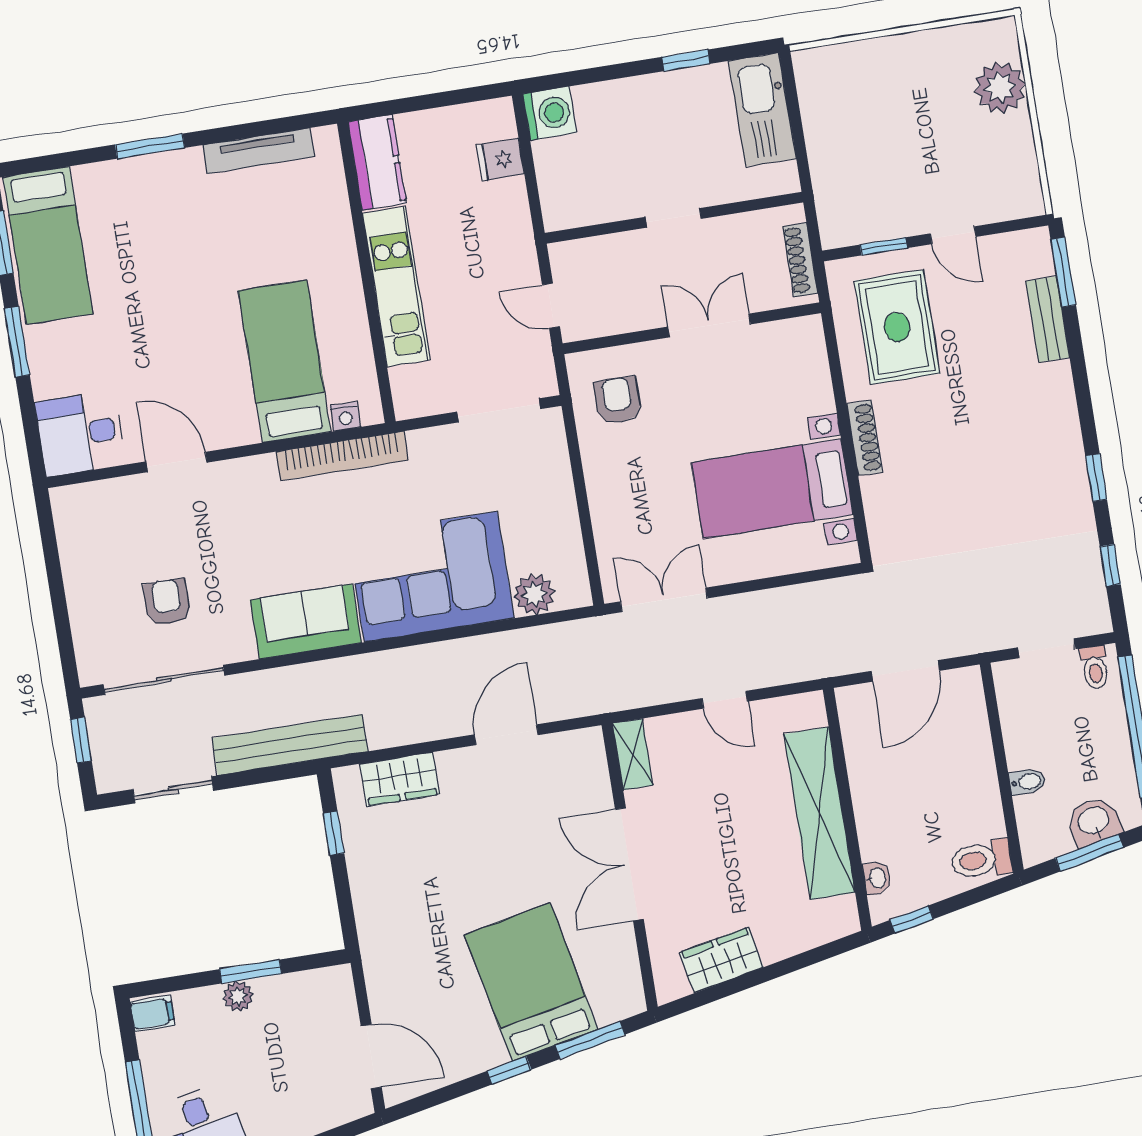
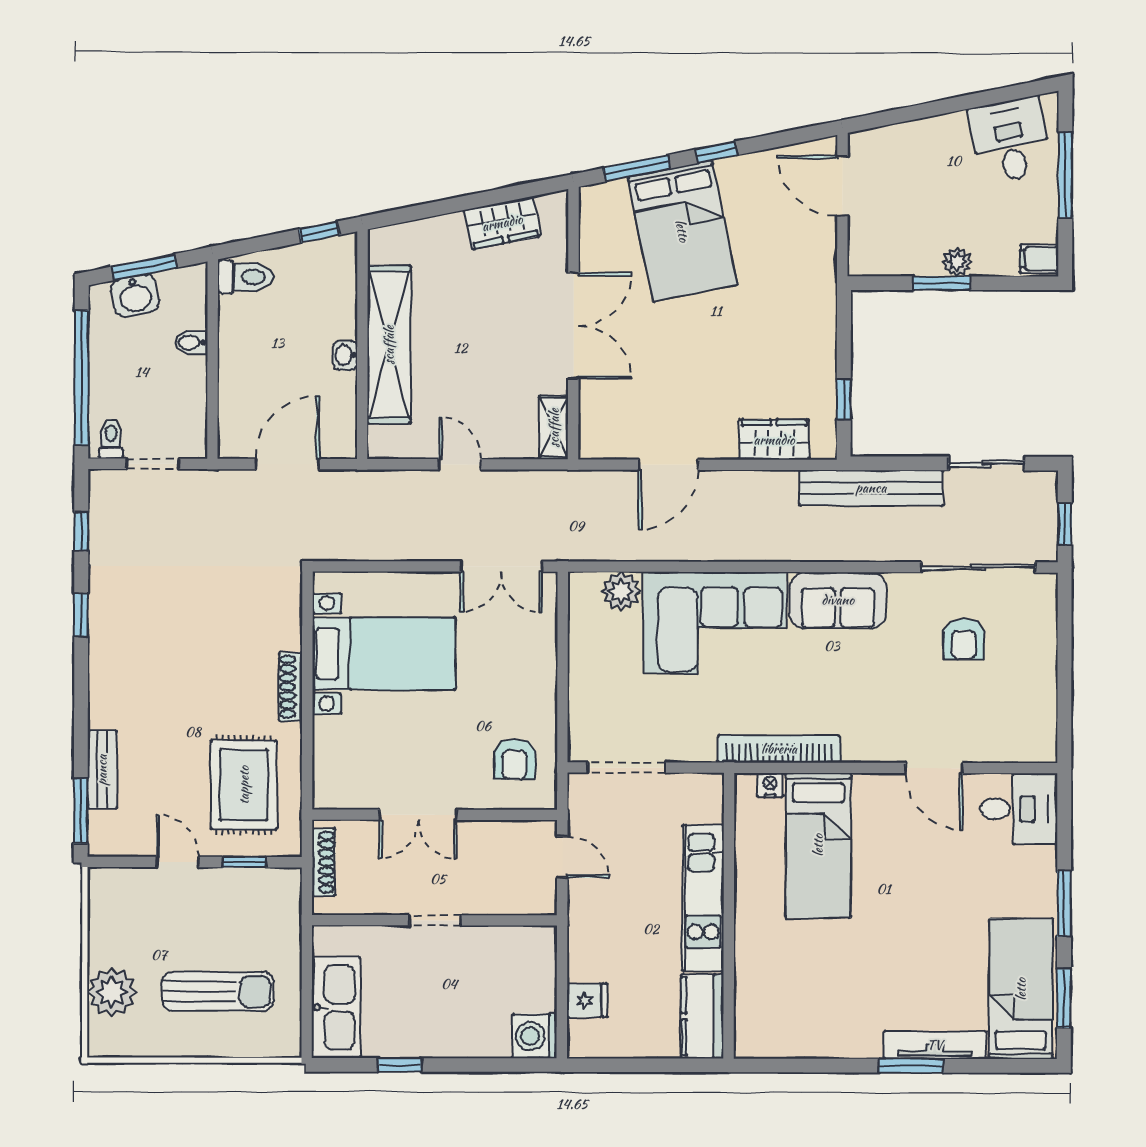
sun lounger: (889, 106) -> (218, 991), added
tv unit: (259, 151) -> (935, 1045), moved
washbasin: (877, 878) -> (345, 355), moved

